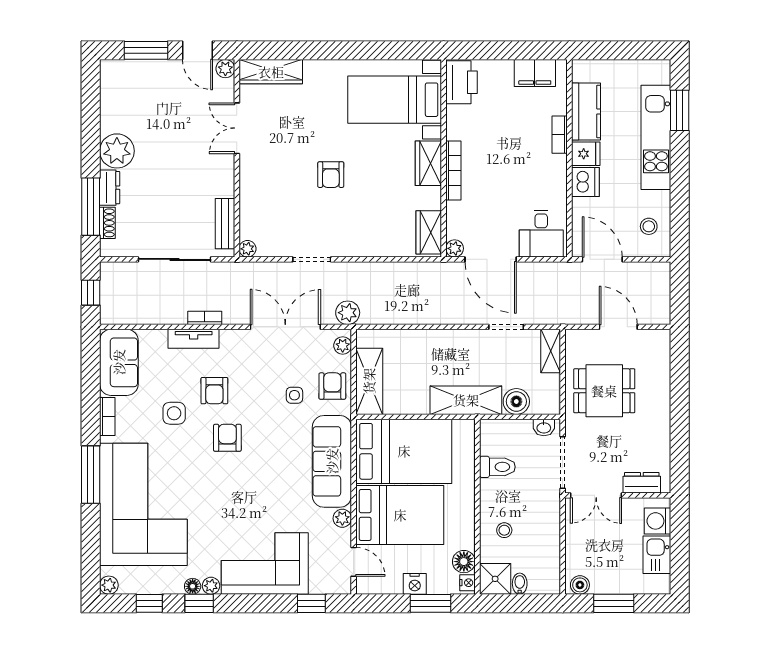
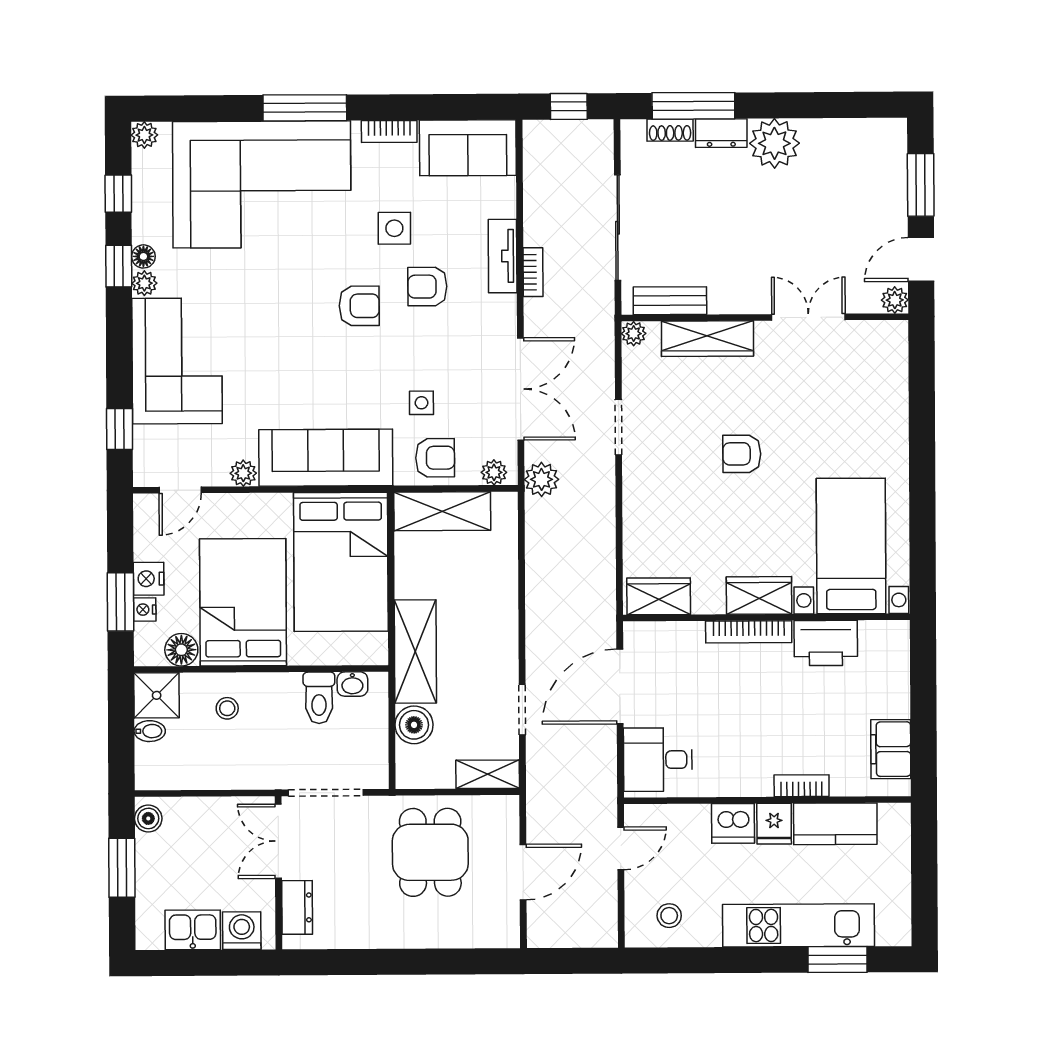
wardrobe: (271, 72) -> (708, 339), moved, turned -90
printer: (461, 82) -> (826, 643), moved
plant: (455, 248) -> (636, 634), removed
door: (602, 259) -> (621, 848), width x0.73
washbasin: (544, 427) -> (352, 684), moved, turned -90
bed: (400, 515) -> (243, 602), moved, turned 180
nightstand: (467, 583) -> (145, 610), moved, turned 90

